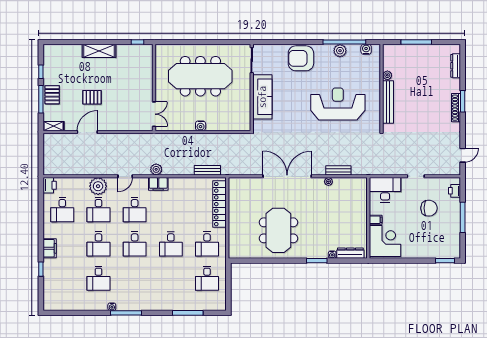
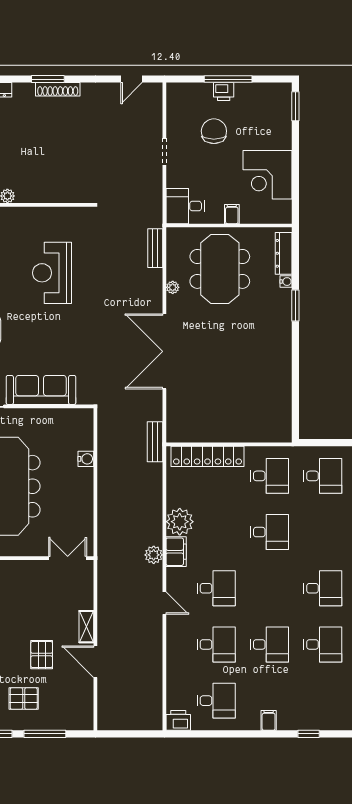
pallet: (52, 95) -> (24, 699), moved
bench: (388, 102) -> (49, 195), removed
reception desk: (338, 104) -> (52, 273), width x0.74, depth x0.77
shelving: (54, 126) -> (86, 627), moved
water cooler: (201, 126) -> (86, 459), moved
door: (463, 155) -> (132, 79), swing flipped
bench: (207, 170) -> (155, 442), moved
bench: (338, 170) -> (155, 248), moved
plant: (98, 186) -> (180, 522), moved
desk: (385, 190) -> (185, 206), width x0.73
printer: (454, 191) -> (224, 92), moved
meeting table: (278, 230) -> (220, 269), moved, turned 90
corner desk: (385, 241) -> (268, 175), moved, turned -90
desk: (135, 244) -> (323, 588), moved
filing cabinet: (50, 248) -> (269, 720), width x0.50

